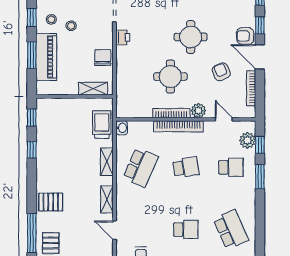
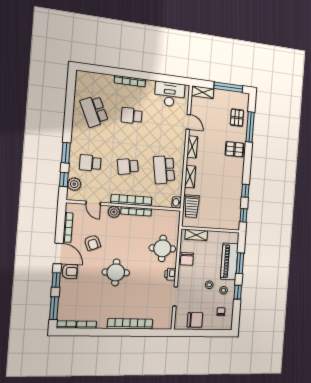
round table: (170, 77) -> (162, 248), moved
school desk: (141, 167) -> (164, 170), turned -33

